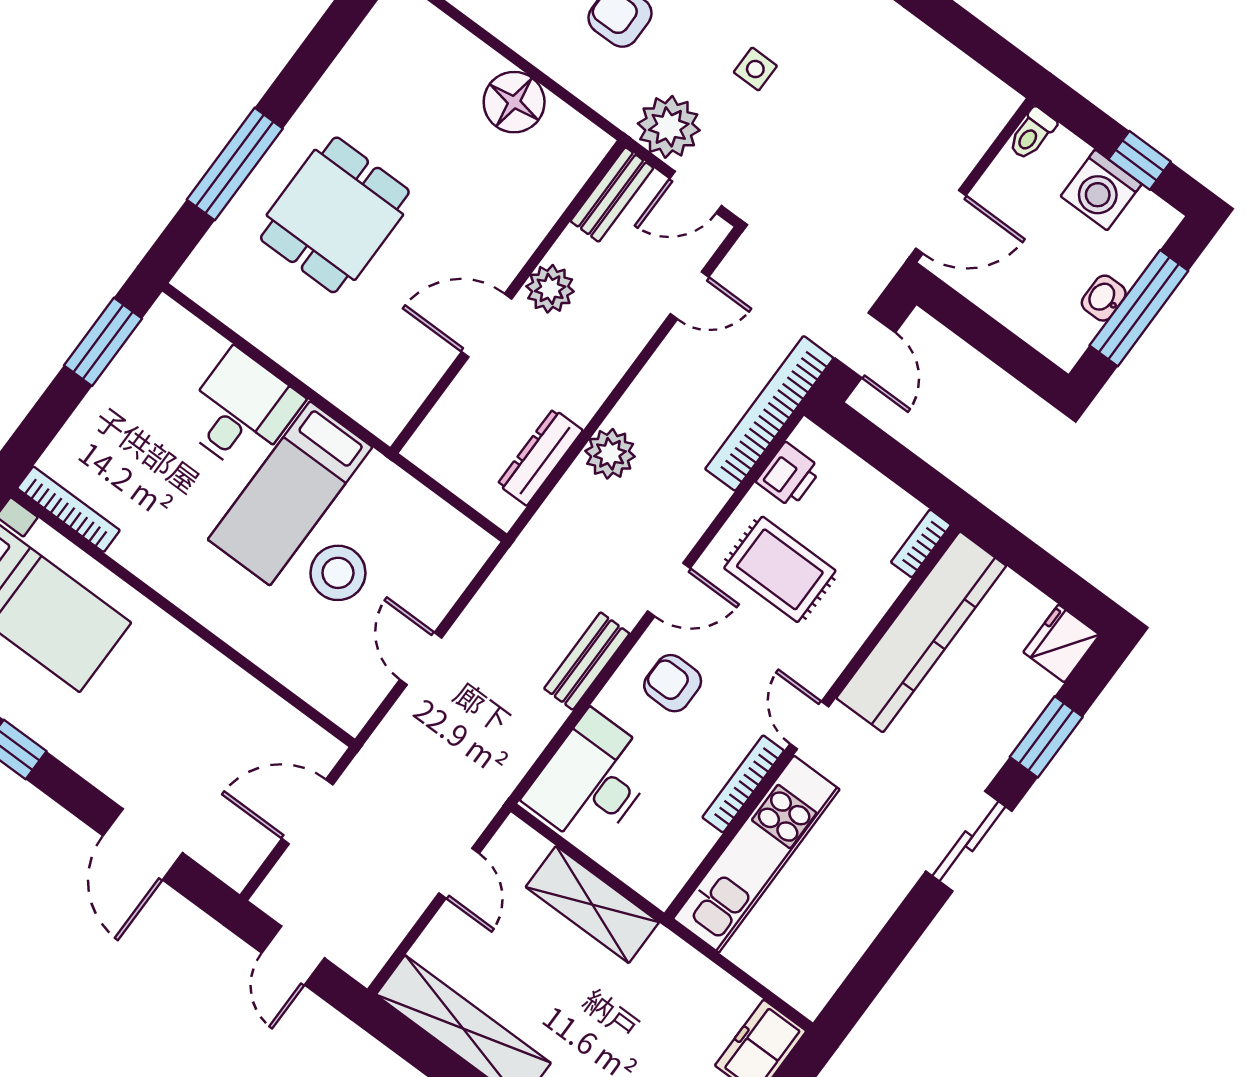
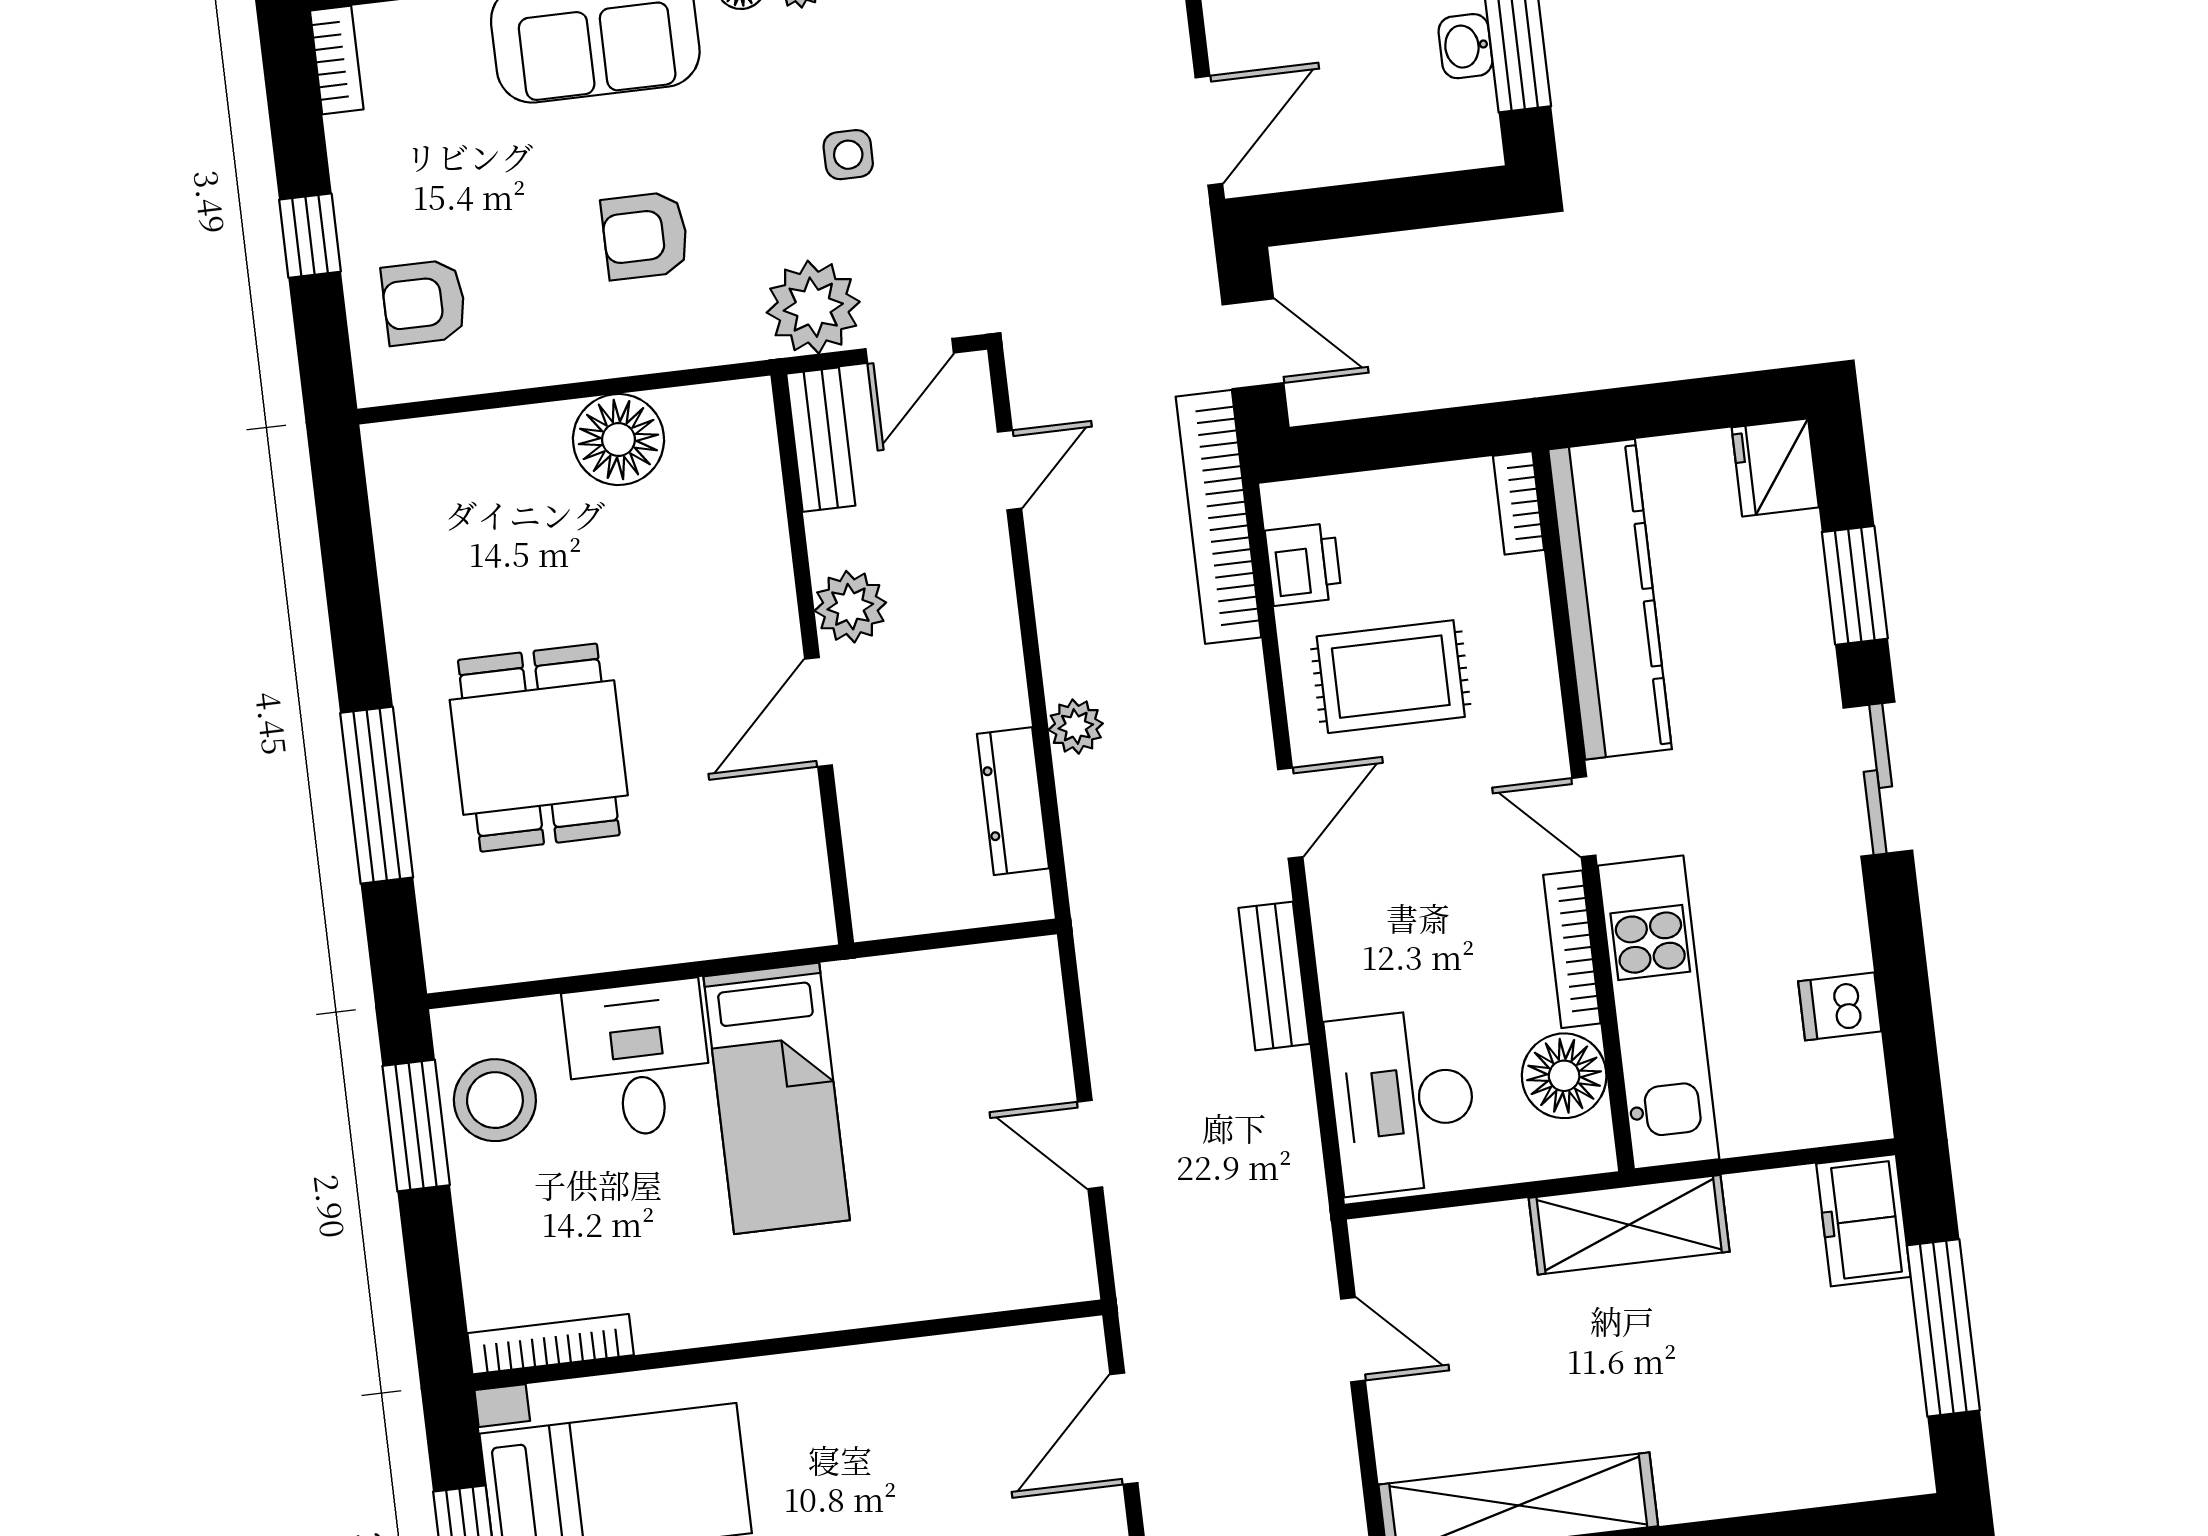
plant: (610, 454) -> (1076, 727), width x0.73, depth x0.73
stool: (338, 573) -> (495, 1100), moved
armchair: (673, 683) -> (1391, 912), removed
floor lamp: (682, 842) -> (1564, 1076), added
shelving: (592, 905) -> (1629, 1225), moved
dishwasher: (847, 934) -> (1840, 1006), added

